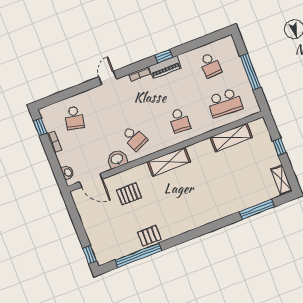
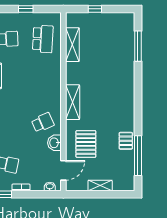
window: (250, 72) -> (26, 9), width x0.46
school desk: (180, 120) -> (43, 81), removed
shelving: (281, 180) -> (100, 186), moved
pallet: (129, 194) -> (86, 144), width x1.50, depth x1.42
window: (90, 255) -> (122, 194), removed

